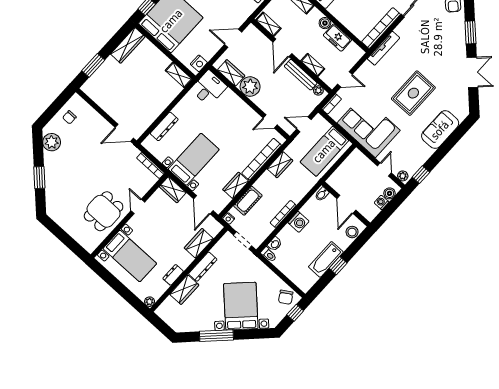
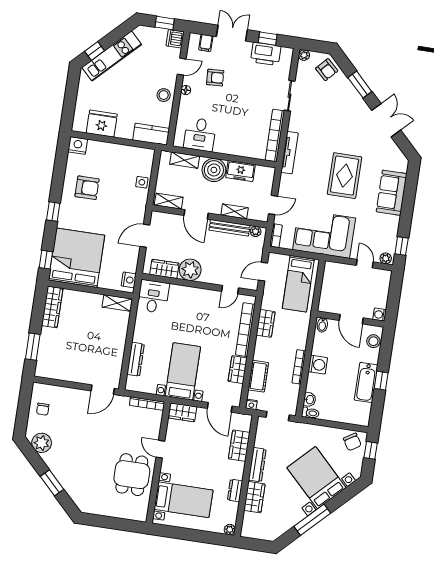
boiler: (325, 23) -> (214, 170), width x1.86, depth x1.86
boiler: (389, 193) -> (384, 283), removed
washing machine: (382, 202) -> (379, 315), moved

